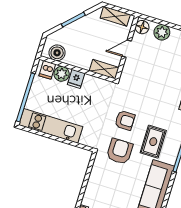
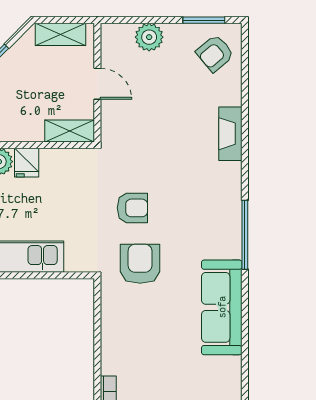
floor lamp: (142, 27) -> (112, 39), removed
door: (127, 49) -> (97, 84), swing flipped
rug: (153, 142) -> (192, 229), removed

